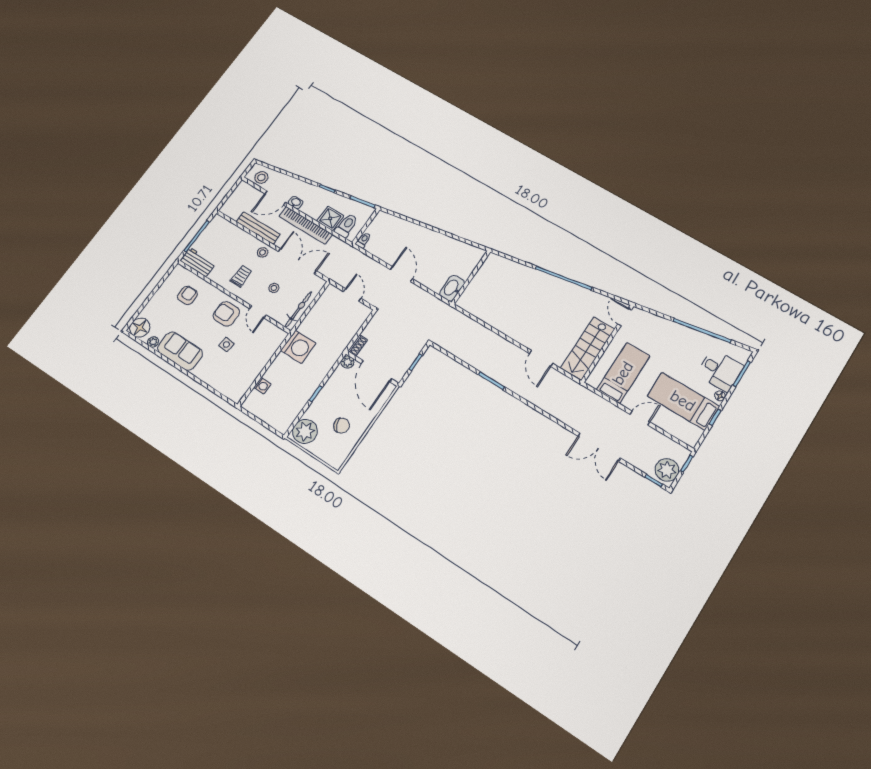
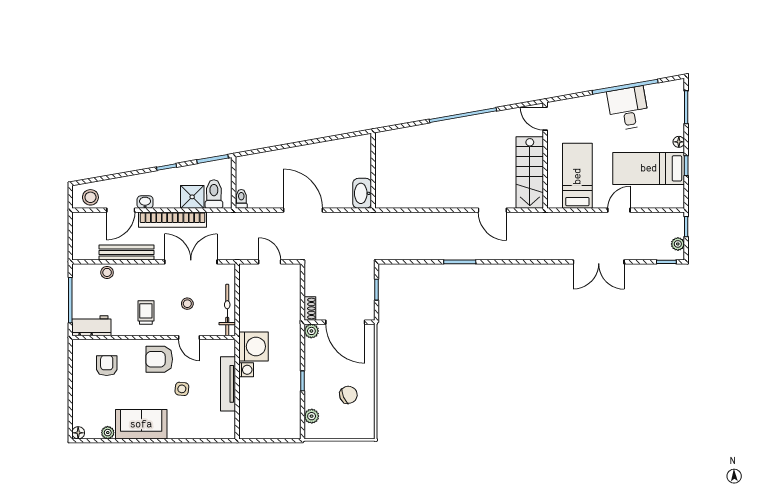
stool: (263, 252) -> (107, 272), moved
door: (401, 274) -> (303, 210), width x1.36
floor lamp: (140, 328) -> (78, 433), width x0.53, depth x0.53
tv unit: (261, 362) -> (228, 384), added
desk: (720, 370) -> (628, 108), moved, turned -100
washing machine: (262, 386) -> (246, 370), moved
plant: (305, 431) -> (312, 416), width x0.53, depth x0.53
plant: (667, 470) -> (678, 244), width x0.53, depth x0.53

